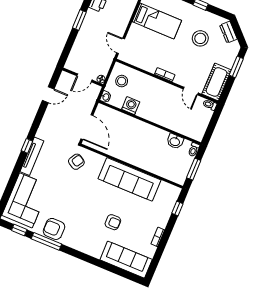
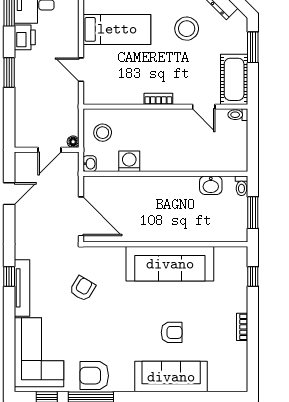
door: (121, 46) -> (81, 70), moved
armchair: (76, 162) -> (83, 289), moved
sofa: (126, 260) -> (171, 377), moved

